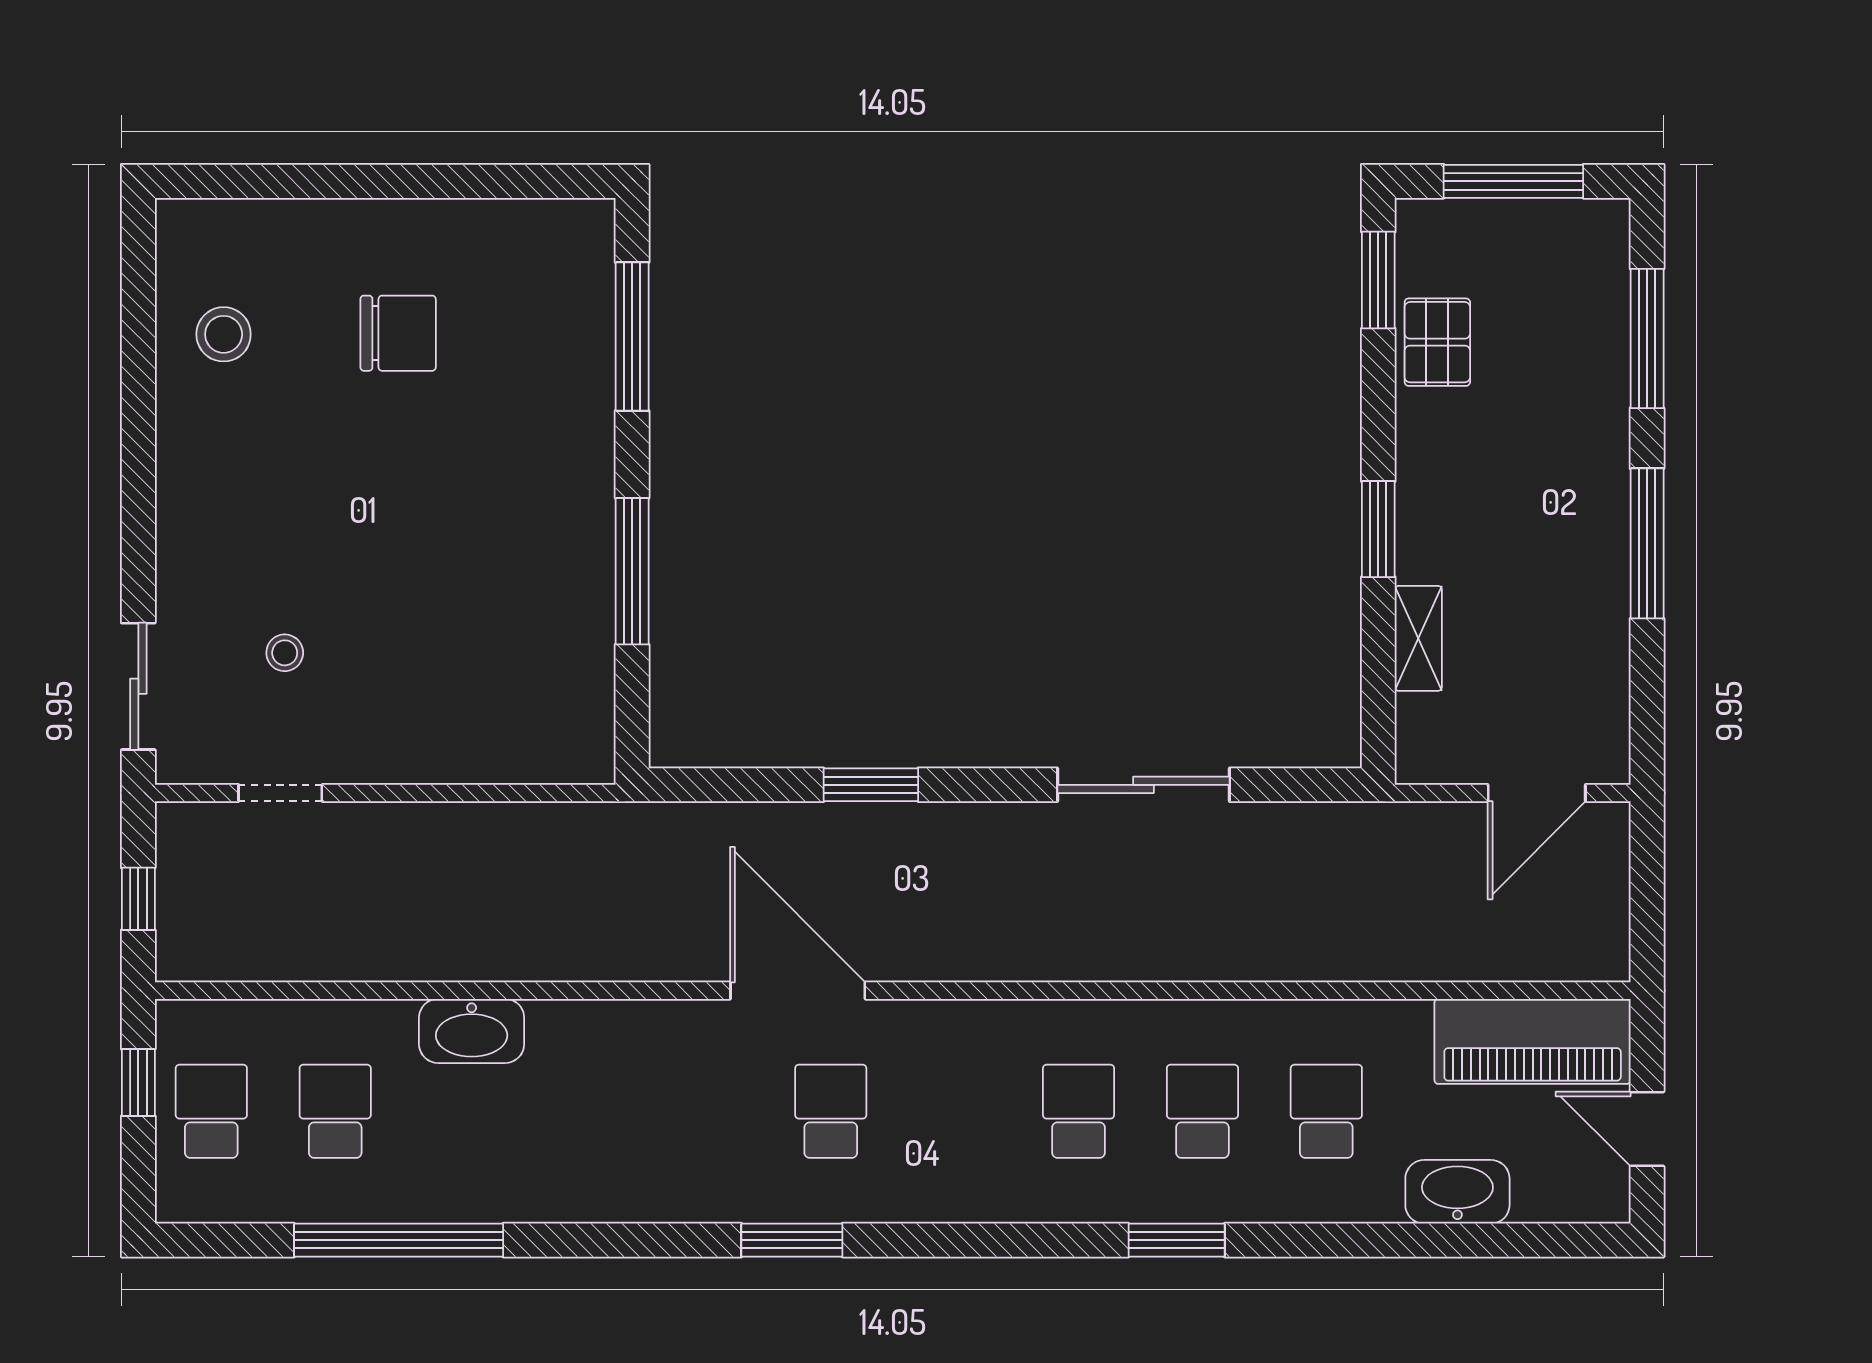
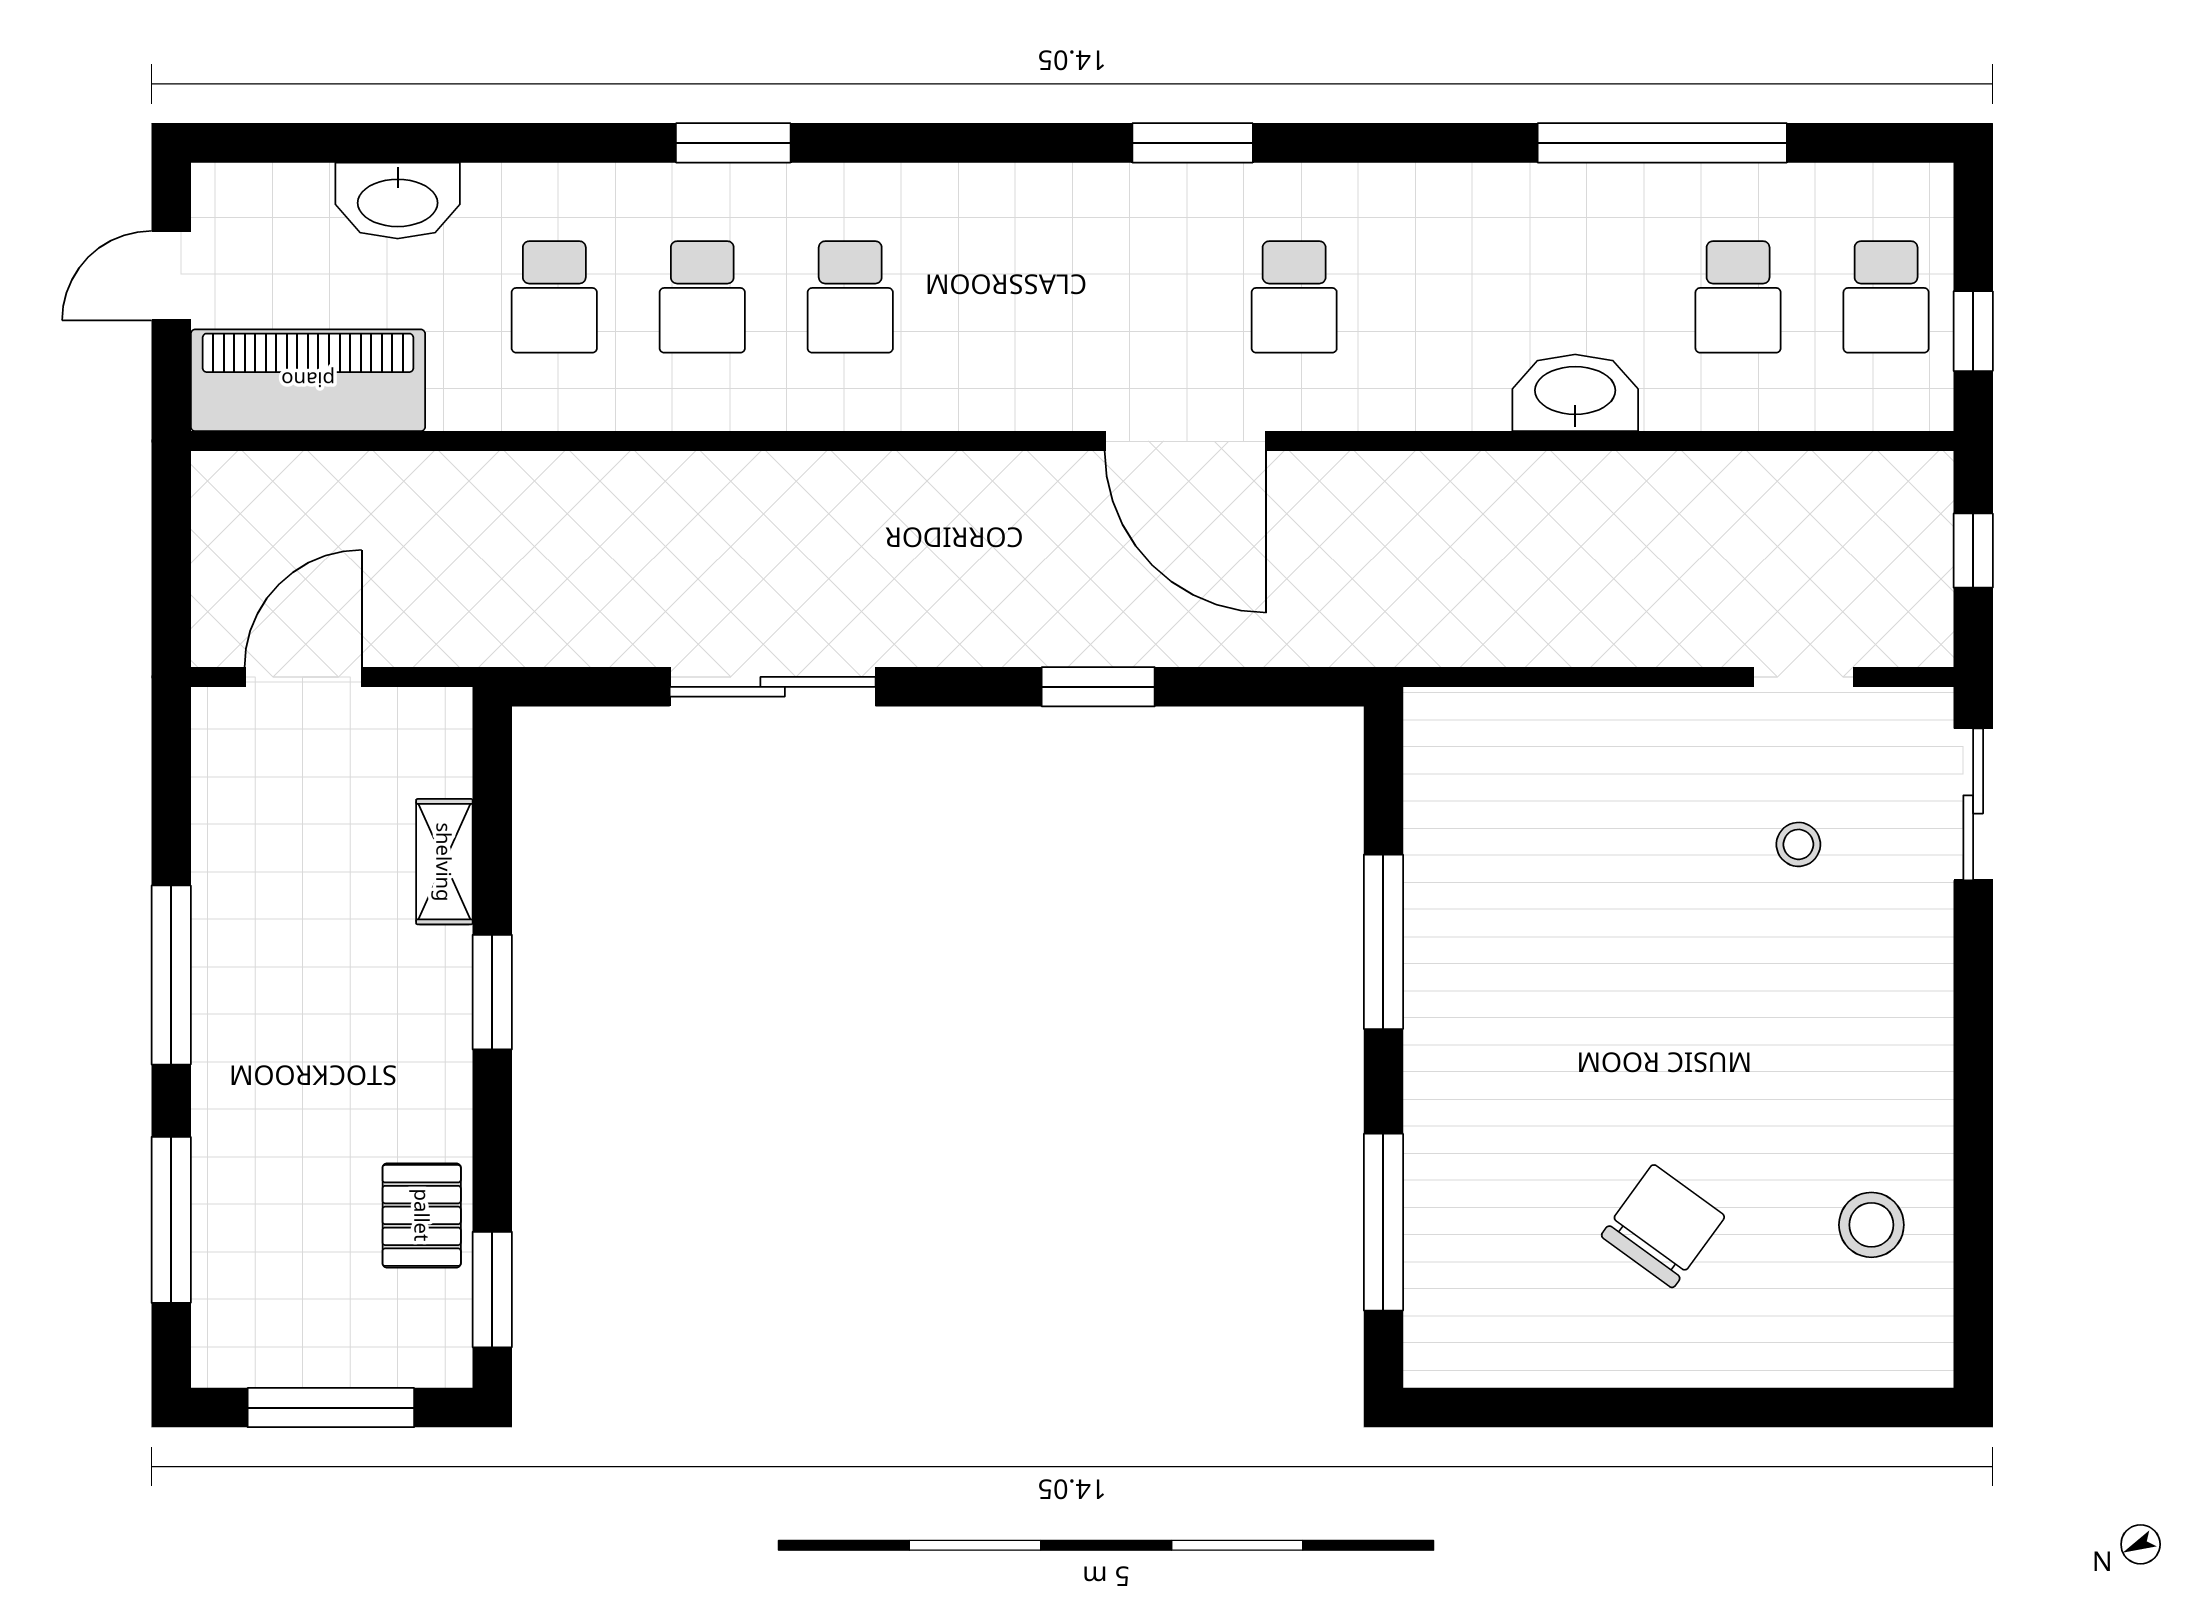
chair: (398, 333) -> (1663, 1226), turned 126
school desk: (831, 1111) -> (1294, 297), moved
door: (1647, 1129) -> (171, 276), swing flipped

